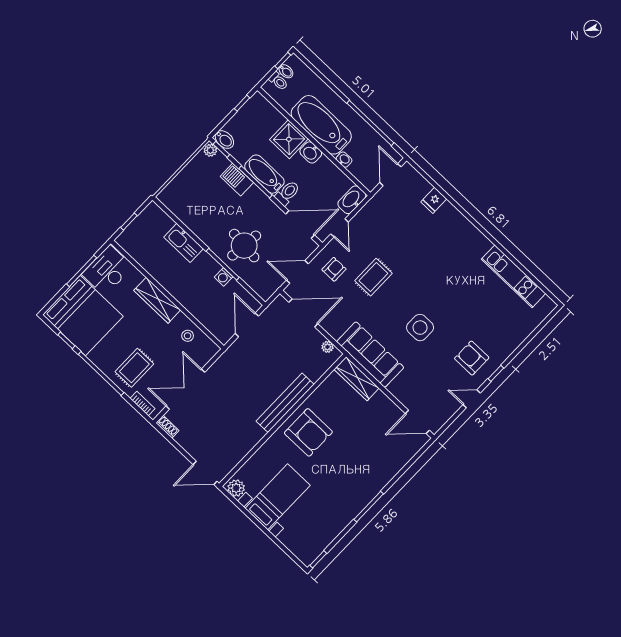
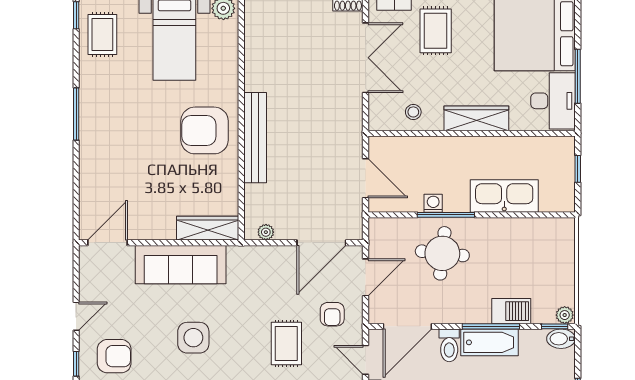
kitchen sink: (184, 243) -> (504, 196), width x1.36, depth x1.24
sofa: (370, 355) -> (181, 265), moved
rug: (314, 536) -> (102, 35), added

